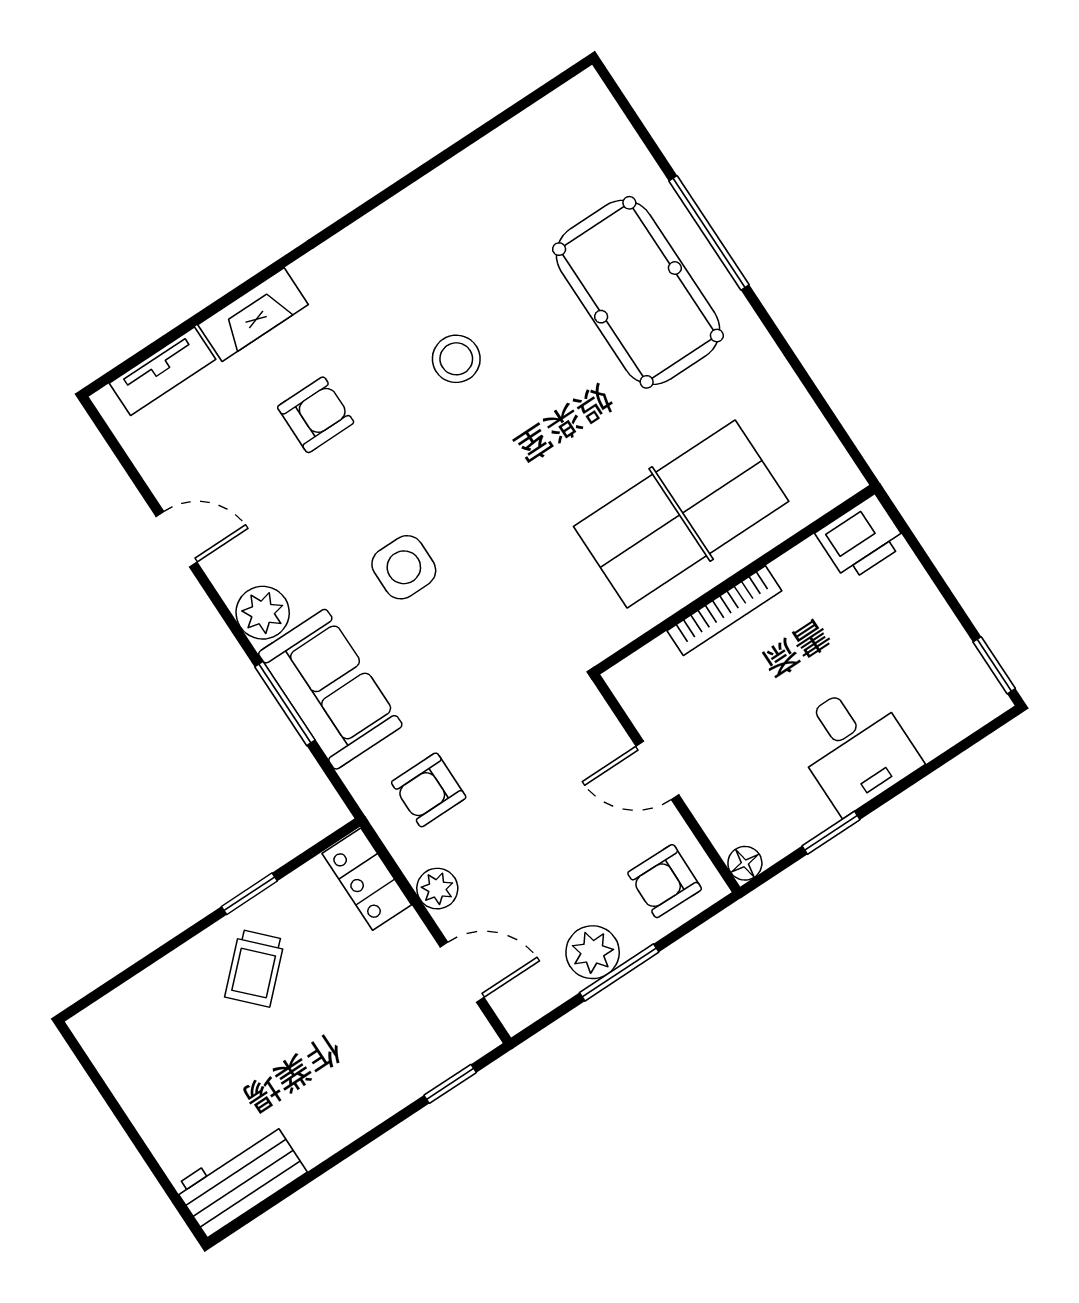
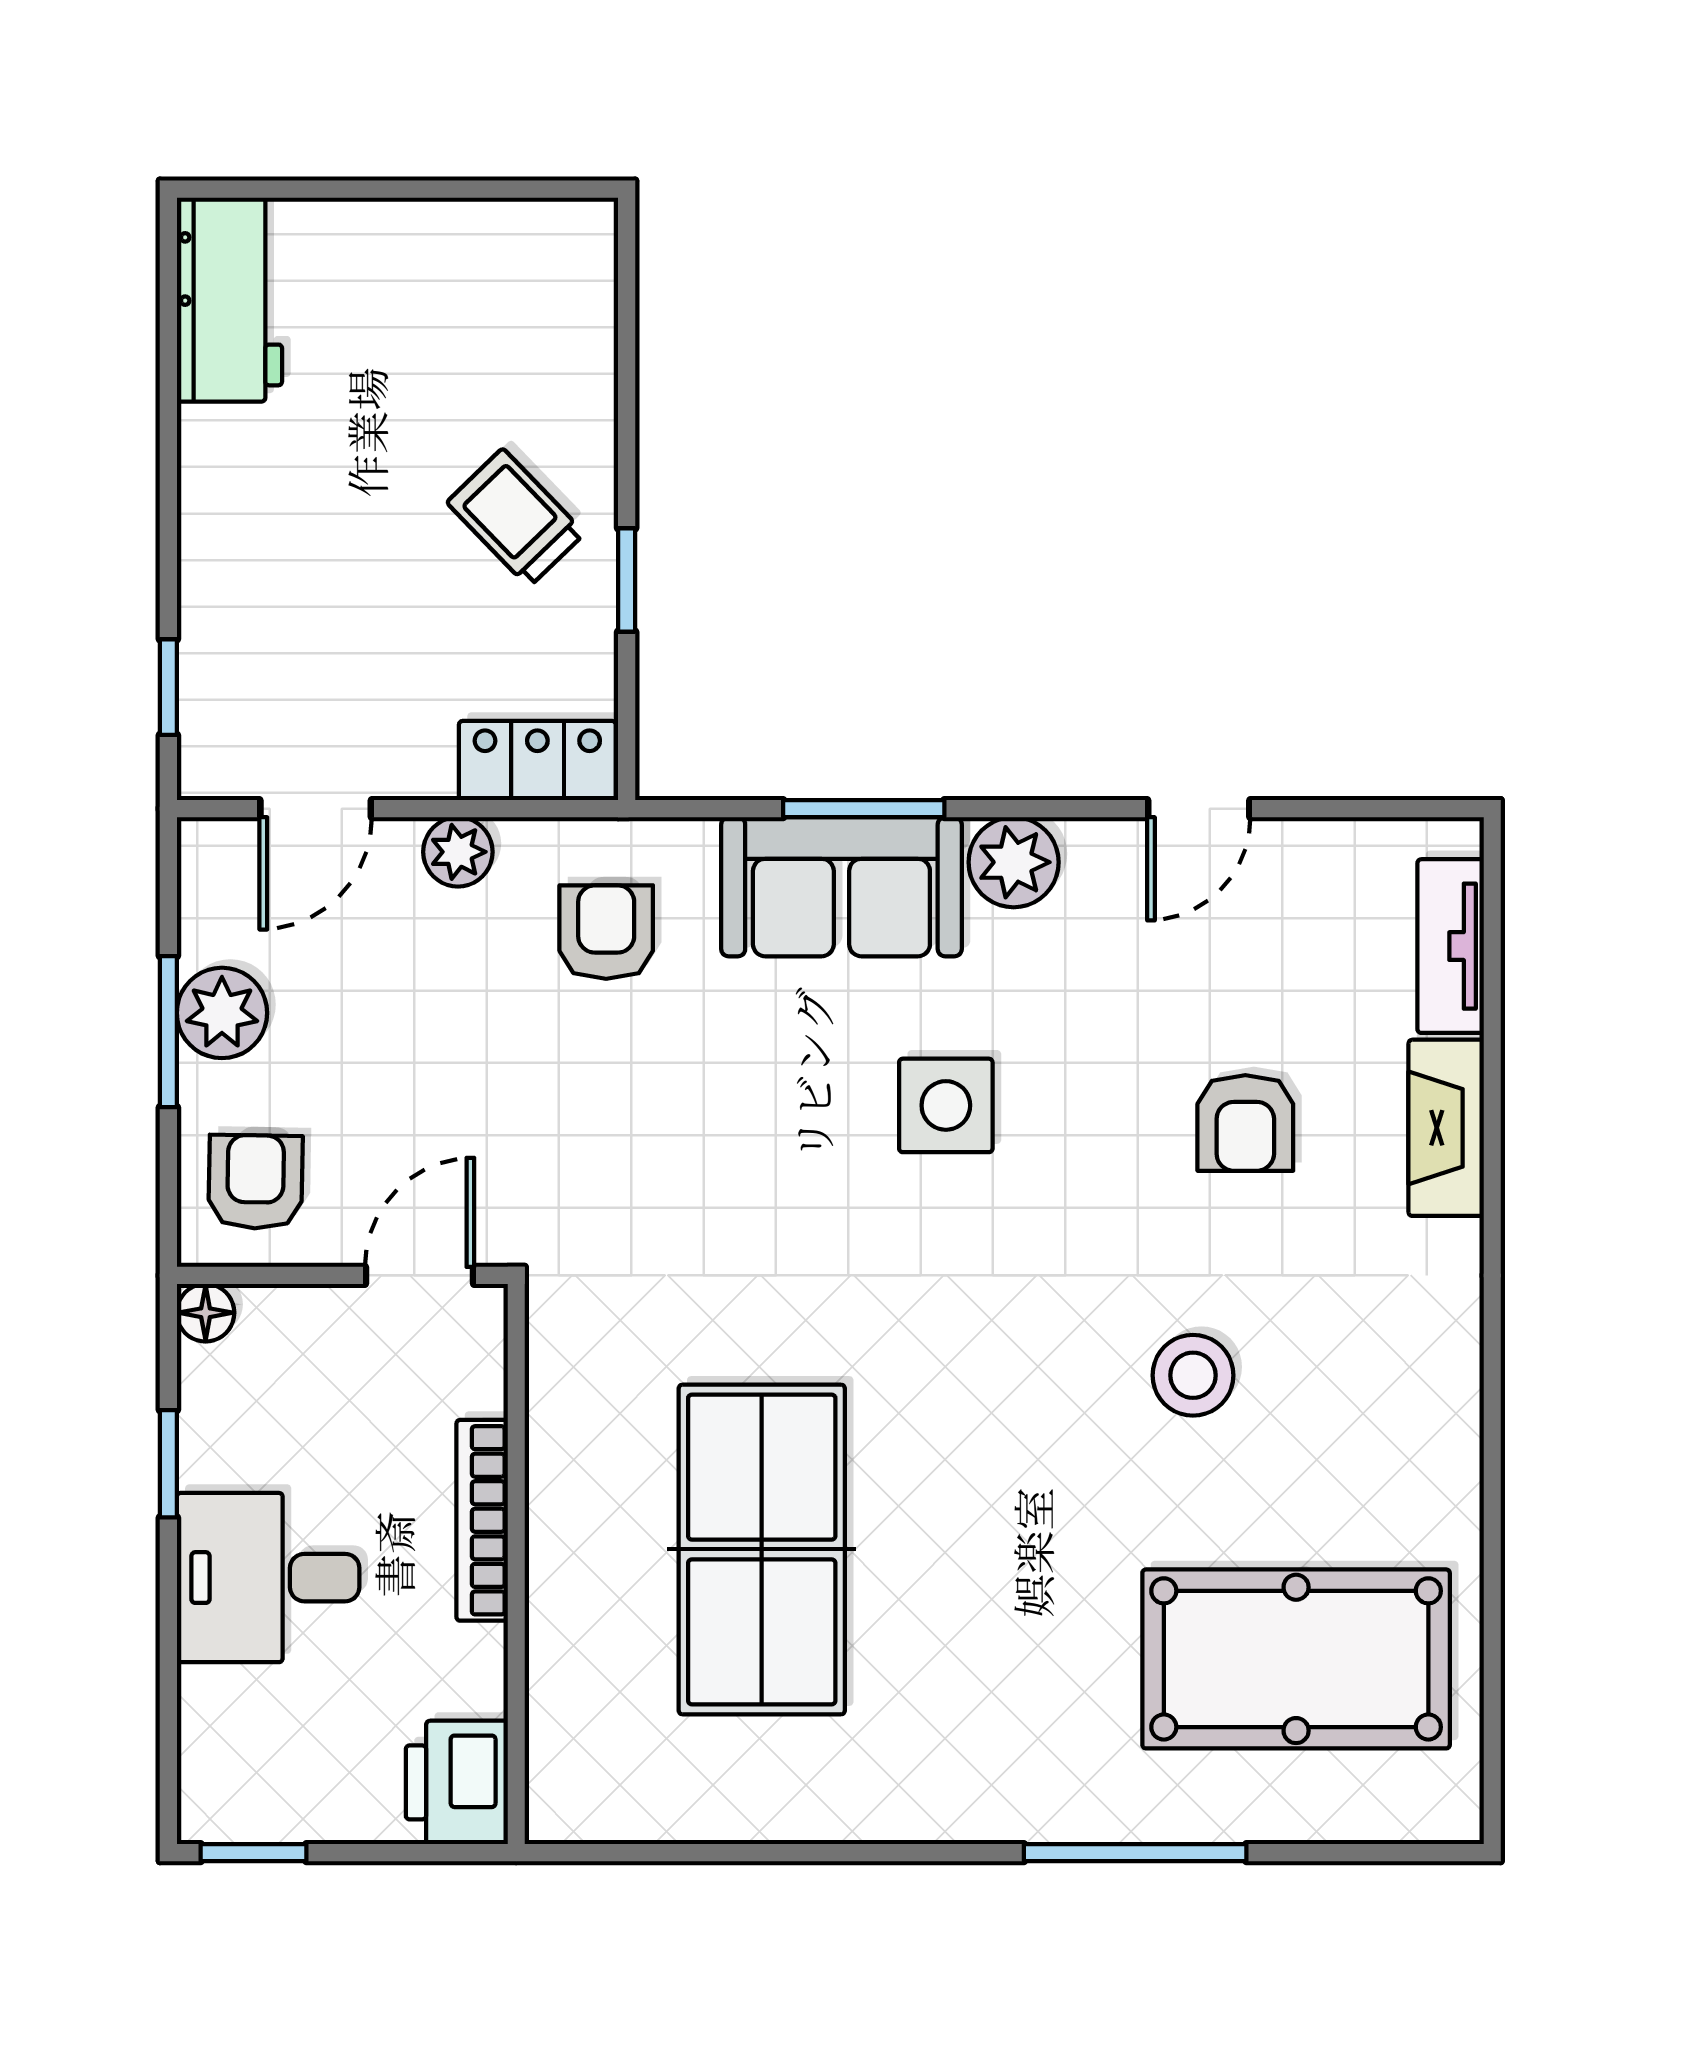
pool table: (638, 292) -> (1296, 1659), moved
printer: (861, 538) -> (457, 1782), moved
wall: (735, 580) -> (516, 1564), moved
bookcase: (724, 611) -> (482, 1520), moved

